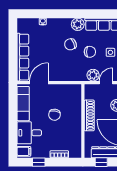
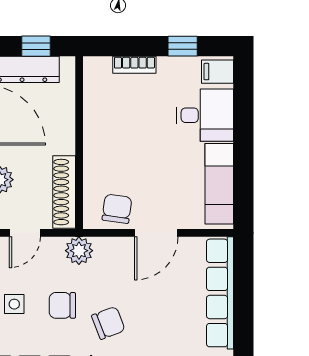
plant: (93, 75) -> (79, 251), moved
door: (39, 83) -> (156, 233), moved
chair: (55, 115) -> (117, 209), moved
shoe rack: (89, 115) -> (64, 192), moved

